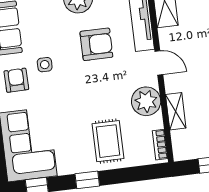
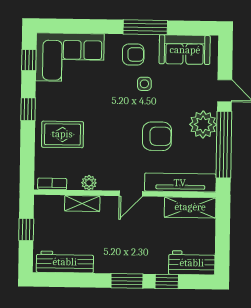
armchair: (96, 44) -> (157, 136), turned -90
plant: (146, 101) -> (89, 183), width x0.53, depth x0.53

